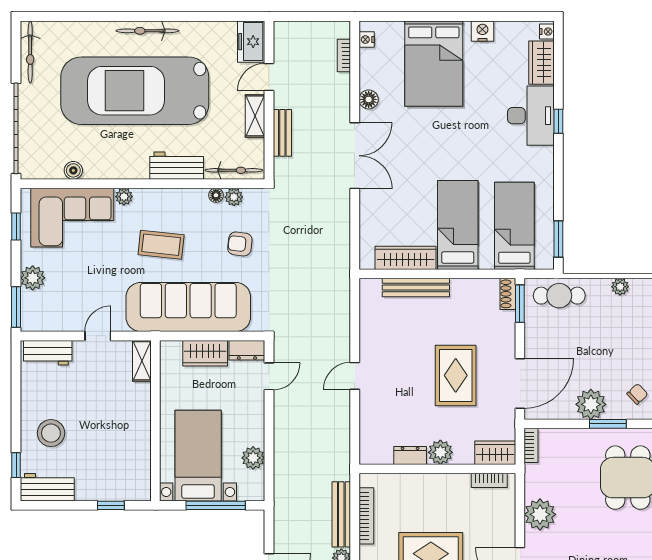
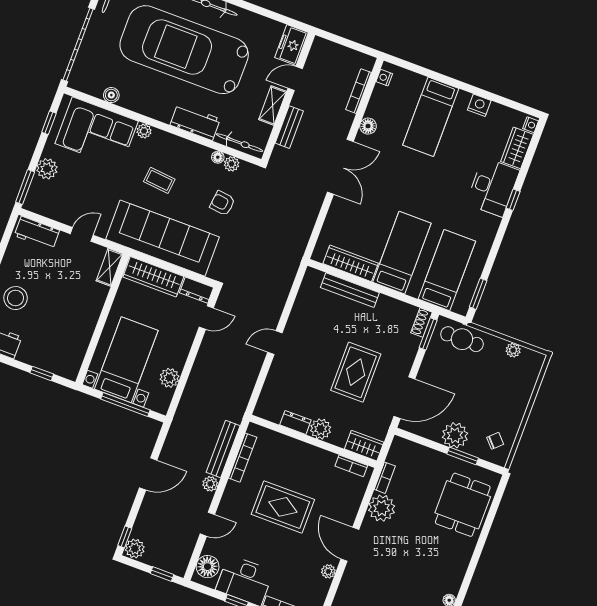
bookcase: (344, 56) -> (359, 91), width x1.56
bed: (434, 64) -> (431, 117), width x0.67
coffee table: (161, 245) -> (159, 180), width x0.73, depth x0.77
wardrobe: (205, 353) -> (153, 277), width x1.50
bookcase: (531, 445) -> (385, 478), moved

